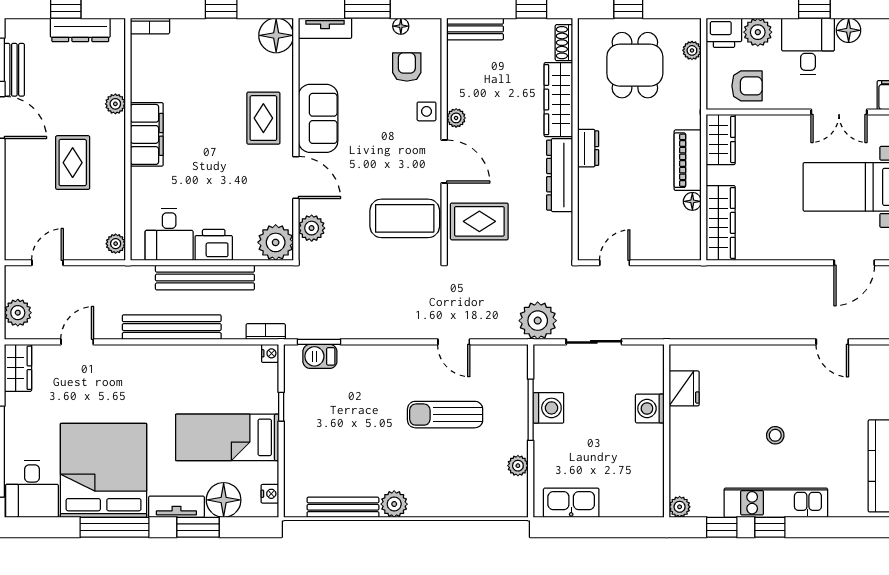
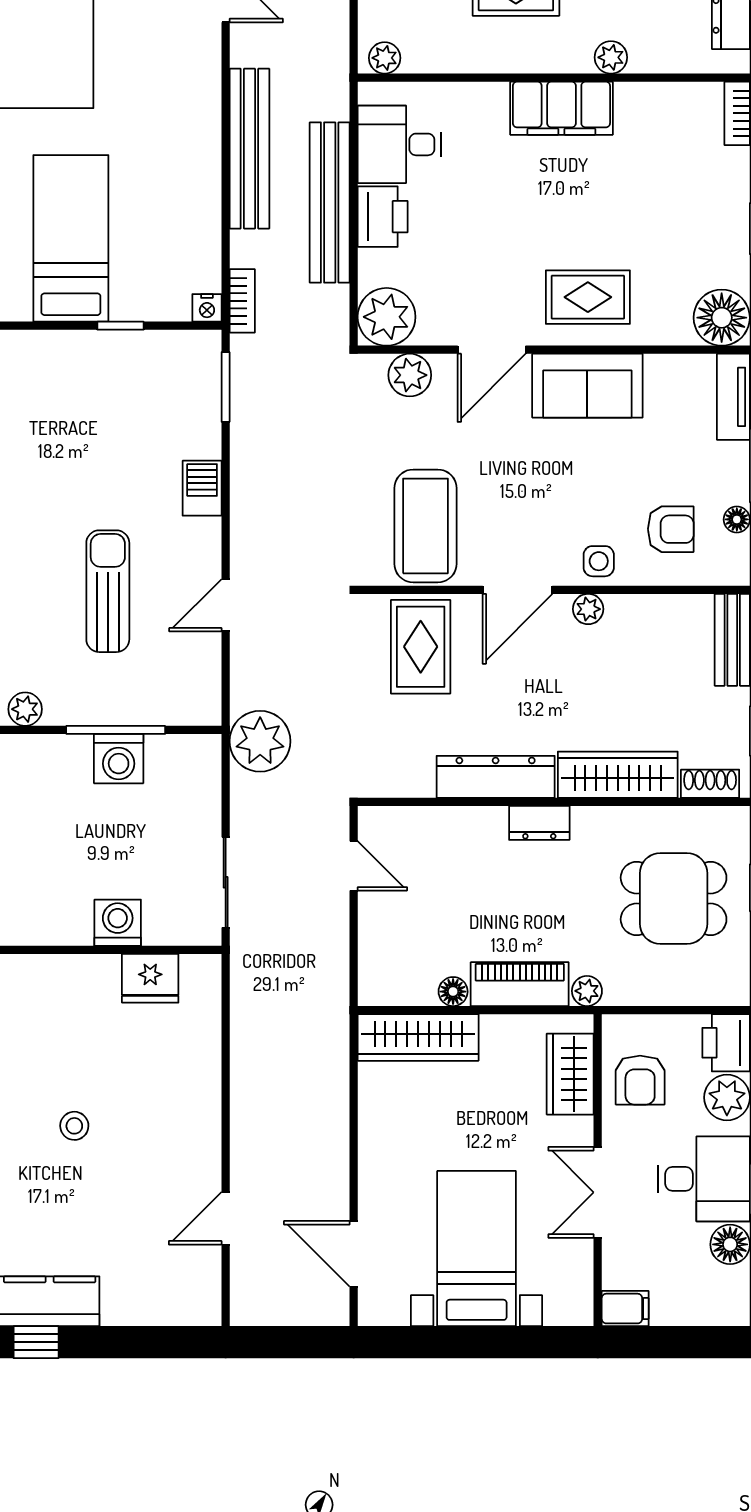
plant: (692, 50) -> (587, 991), moved
double door: (839, 112) -> (598, 1192), moved
wardrobe: (721, 139) -> (570, 1074), moved, turned 90
sliding door: (594, 342) -> (226, 882), moved
barbecue: (320, 356) -> (202, 488), moved

